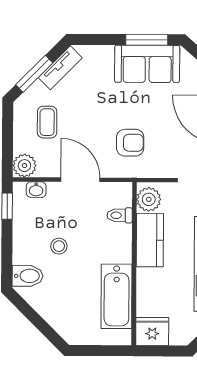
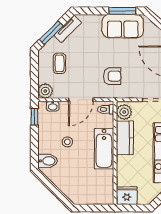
door: (80, 180) -> (81, 100), swing flipped
toilet: (120, 215) -> (106, 109), moved
bathtub: (117, 296) -> (104, 149), moved

